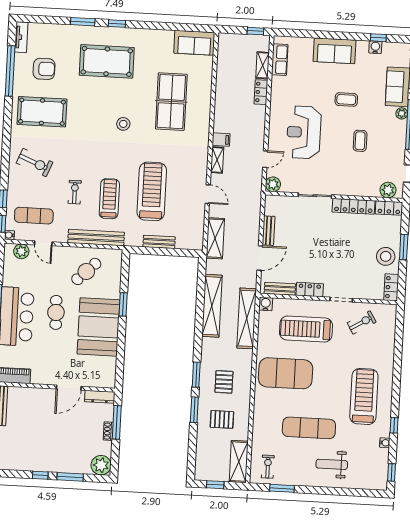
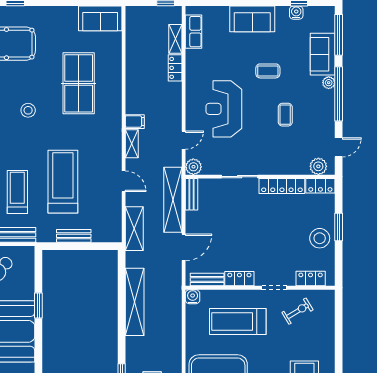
bench: (269, 231) -> (191, 194), moved
locker: (391, 287) -> (311, 279), moved, turned 90
shelving: (247, 318) -> (173, 200), moved

